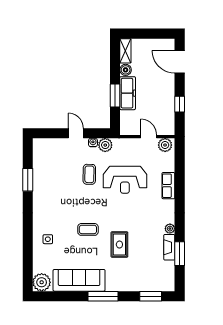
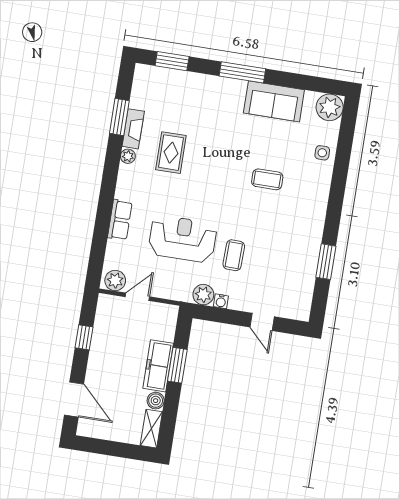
door: (76, 133) -> (262, 322), moved
door: (149, 137) -> (137, 297), swing flipped
coffee table: (88, 229) -> (267, 179), moved
side table: (48, 239) -> (322, 153), moved
rug: (119, 245) -> (171, 153), moved
sofa: (79, 280) -> (274, 101), width x0.73

